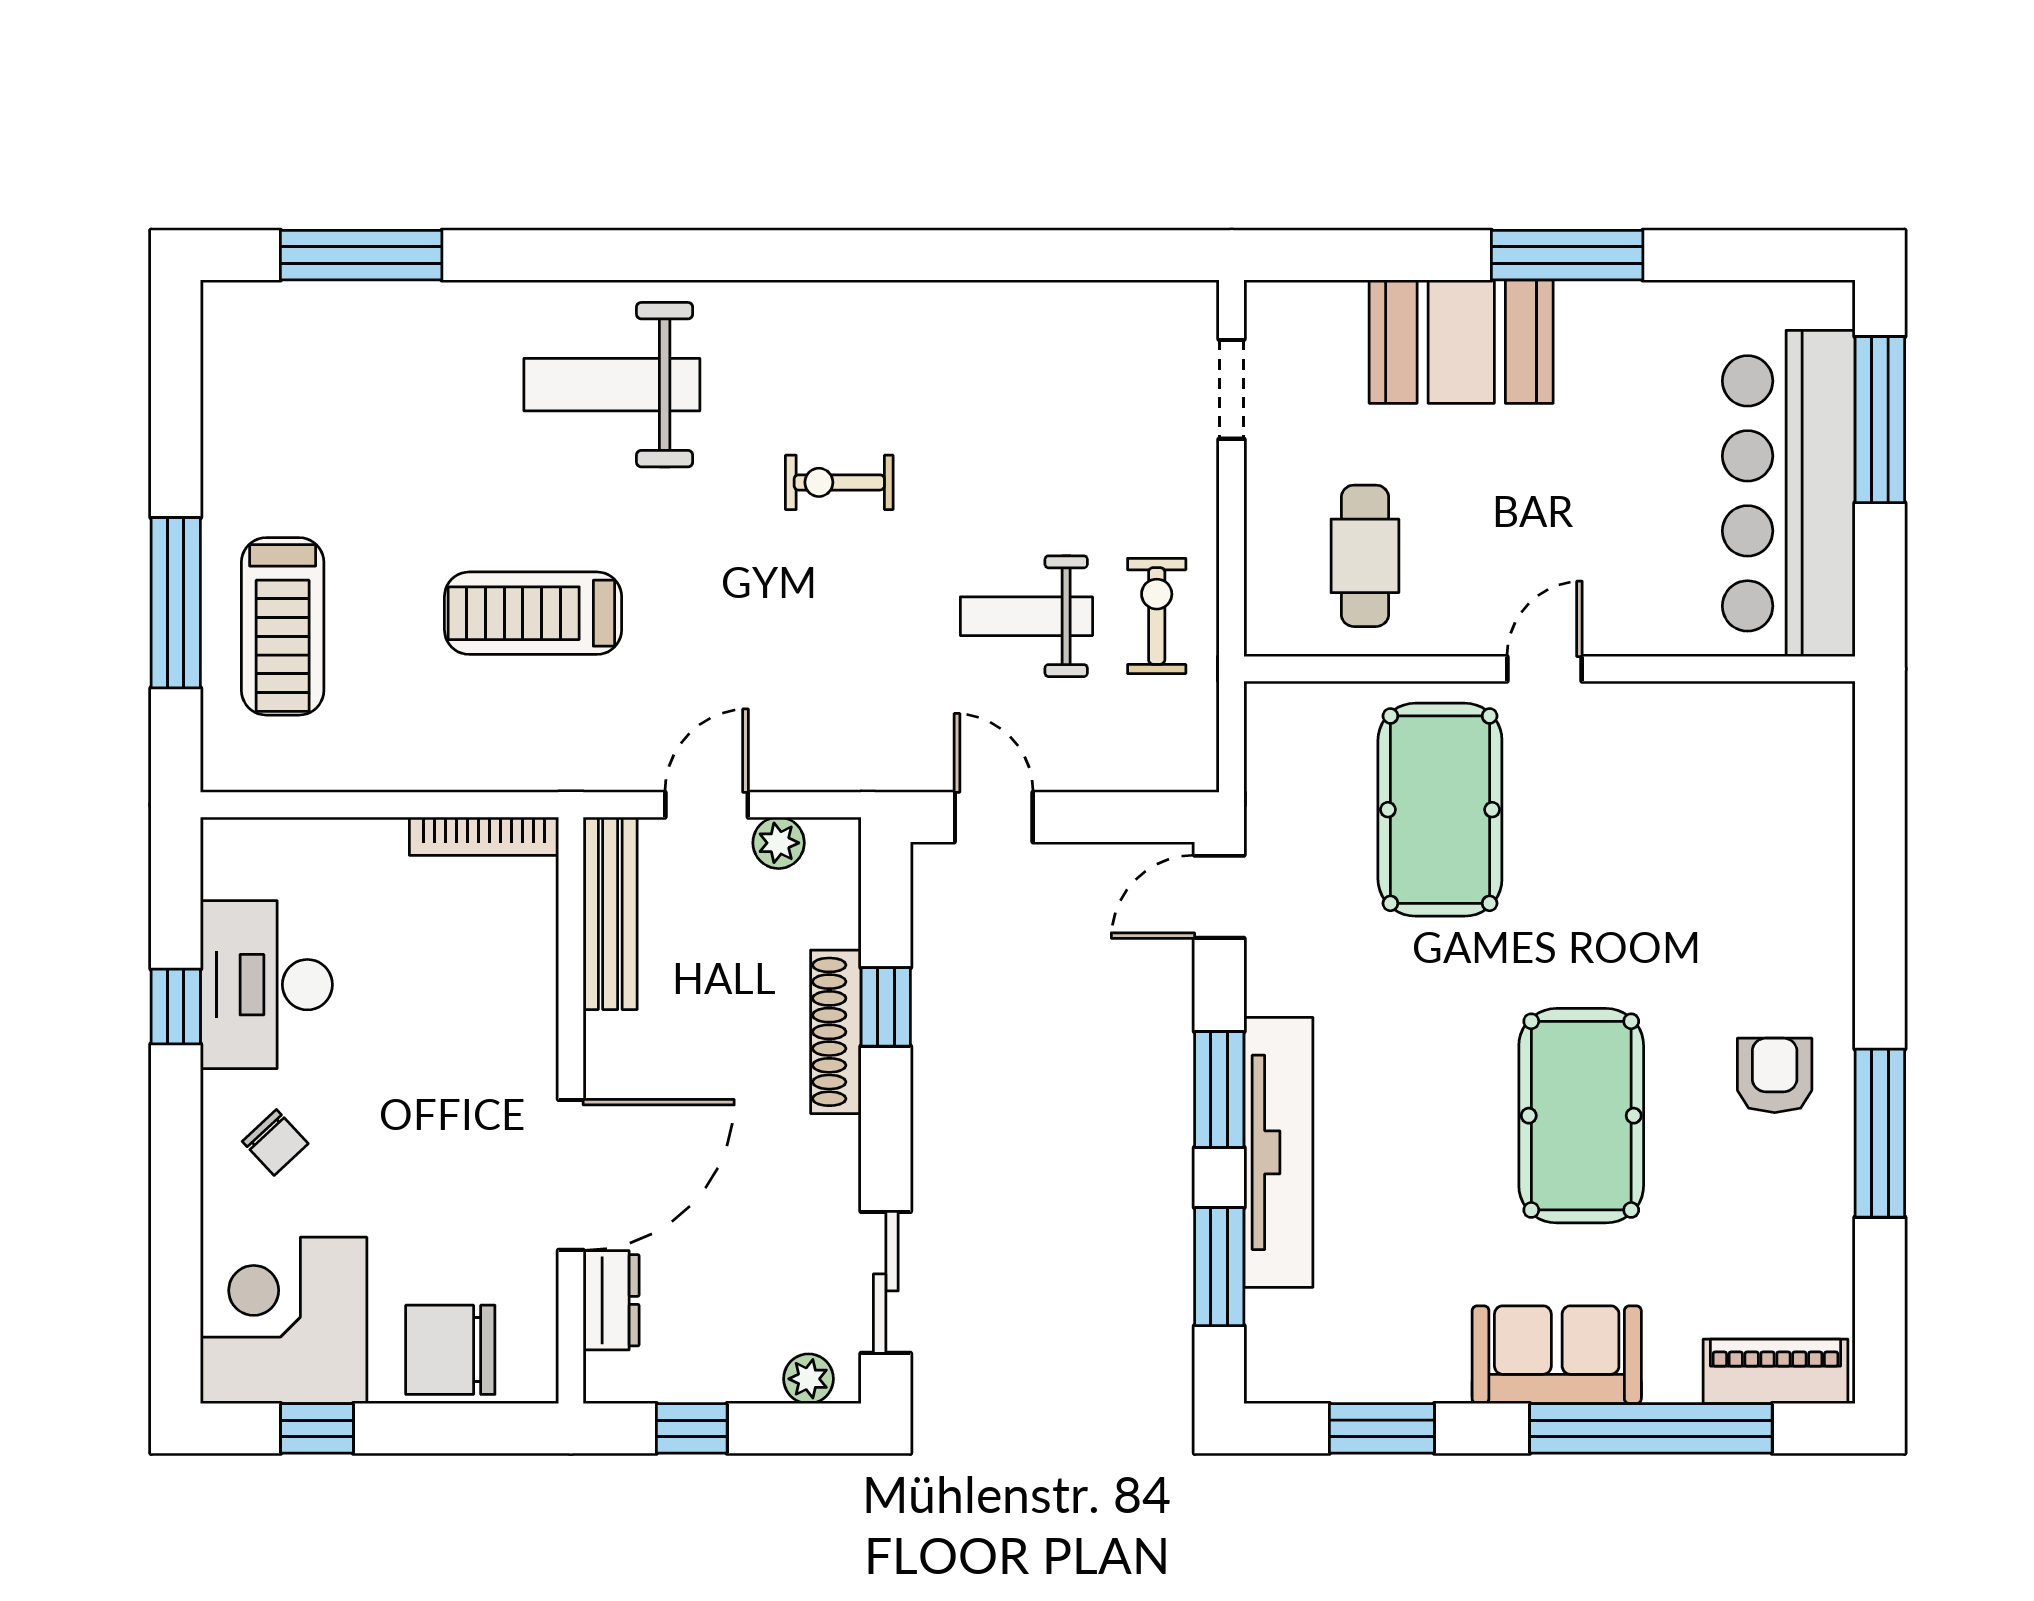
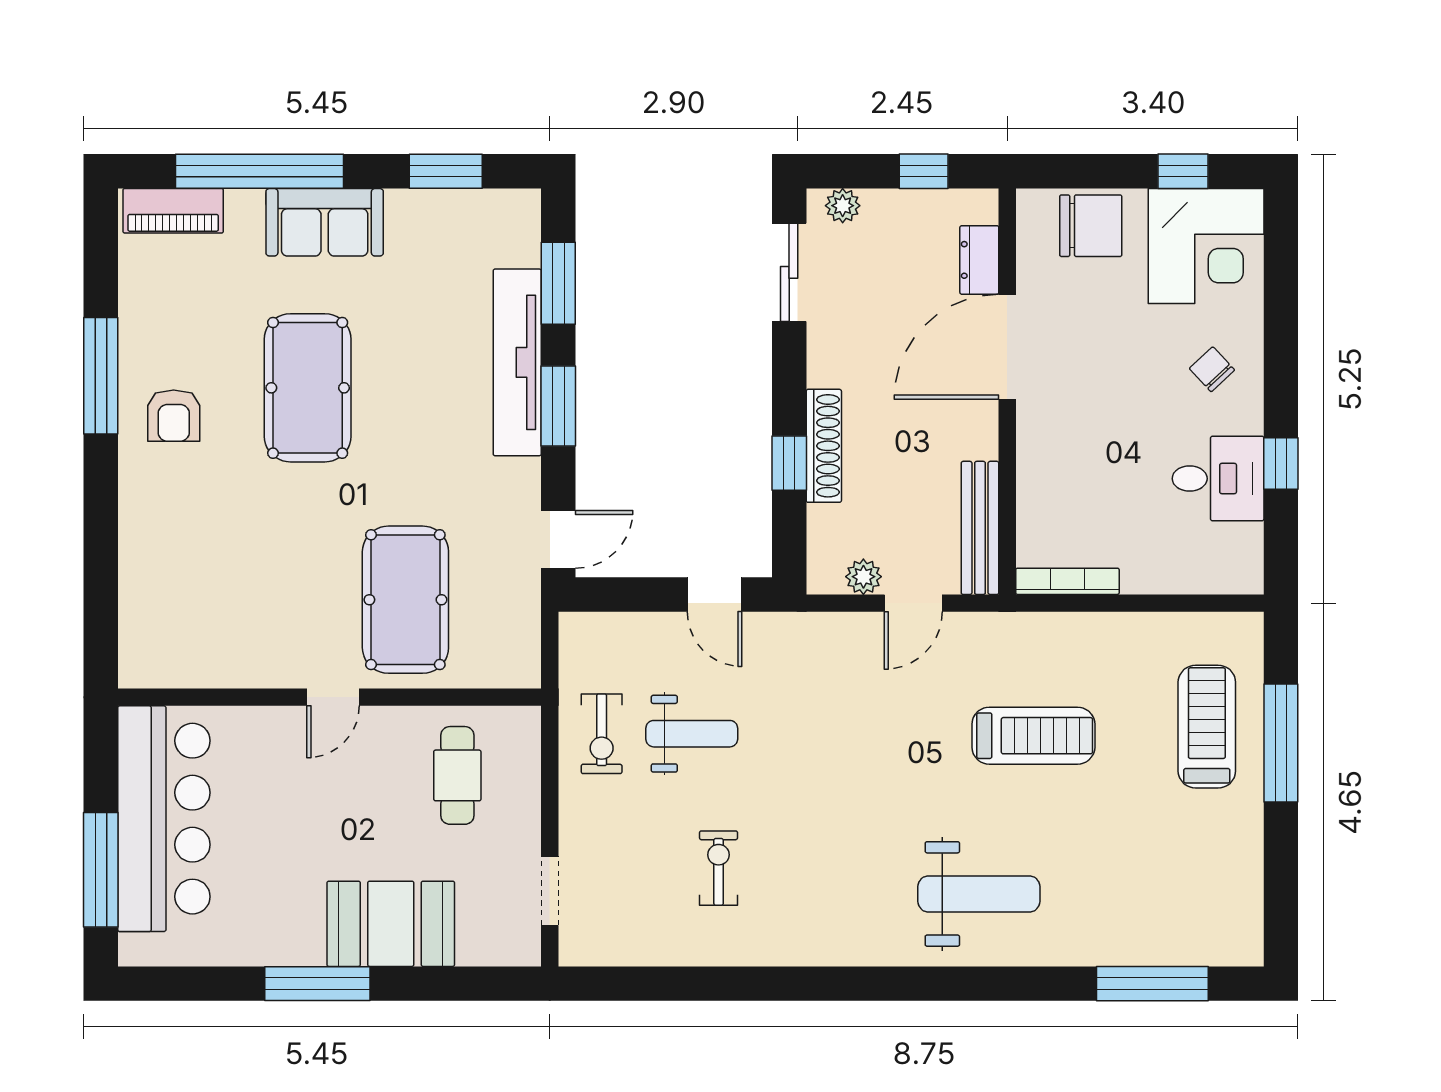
exercise bike: (839, 482) -> (719, 868), moved, turned -90
desk: (266, 985) -> (1218, 479), width x0.73

